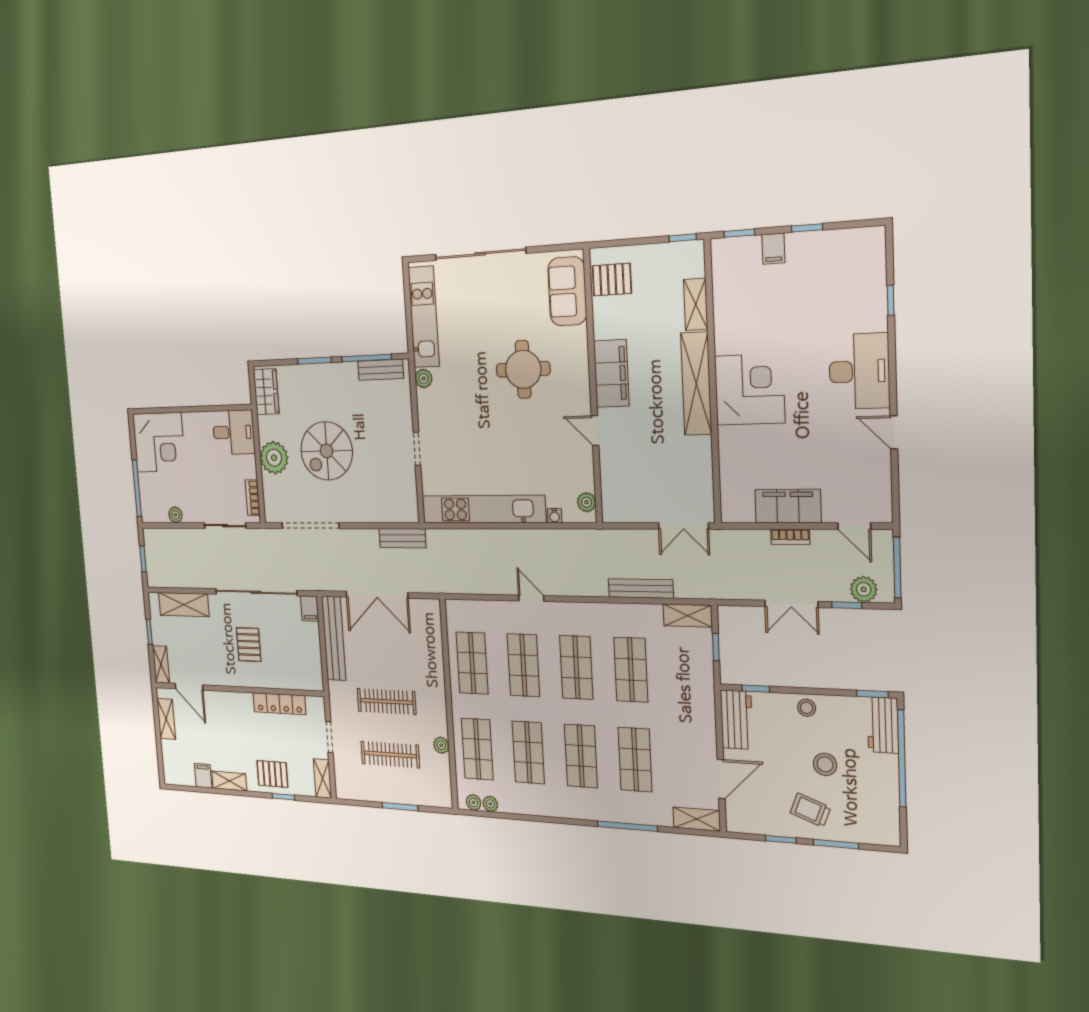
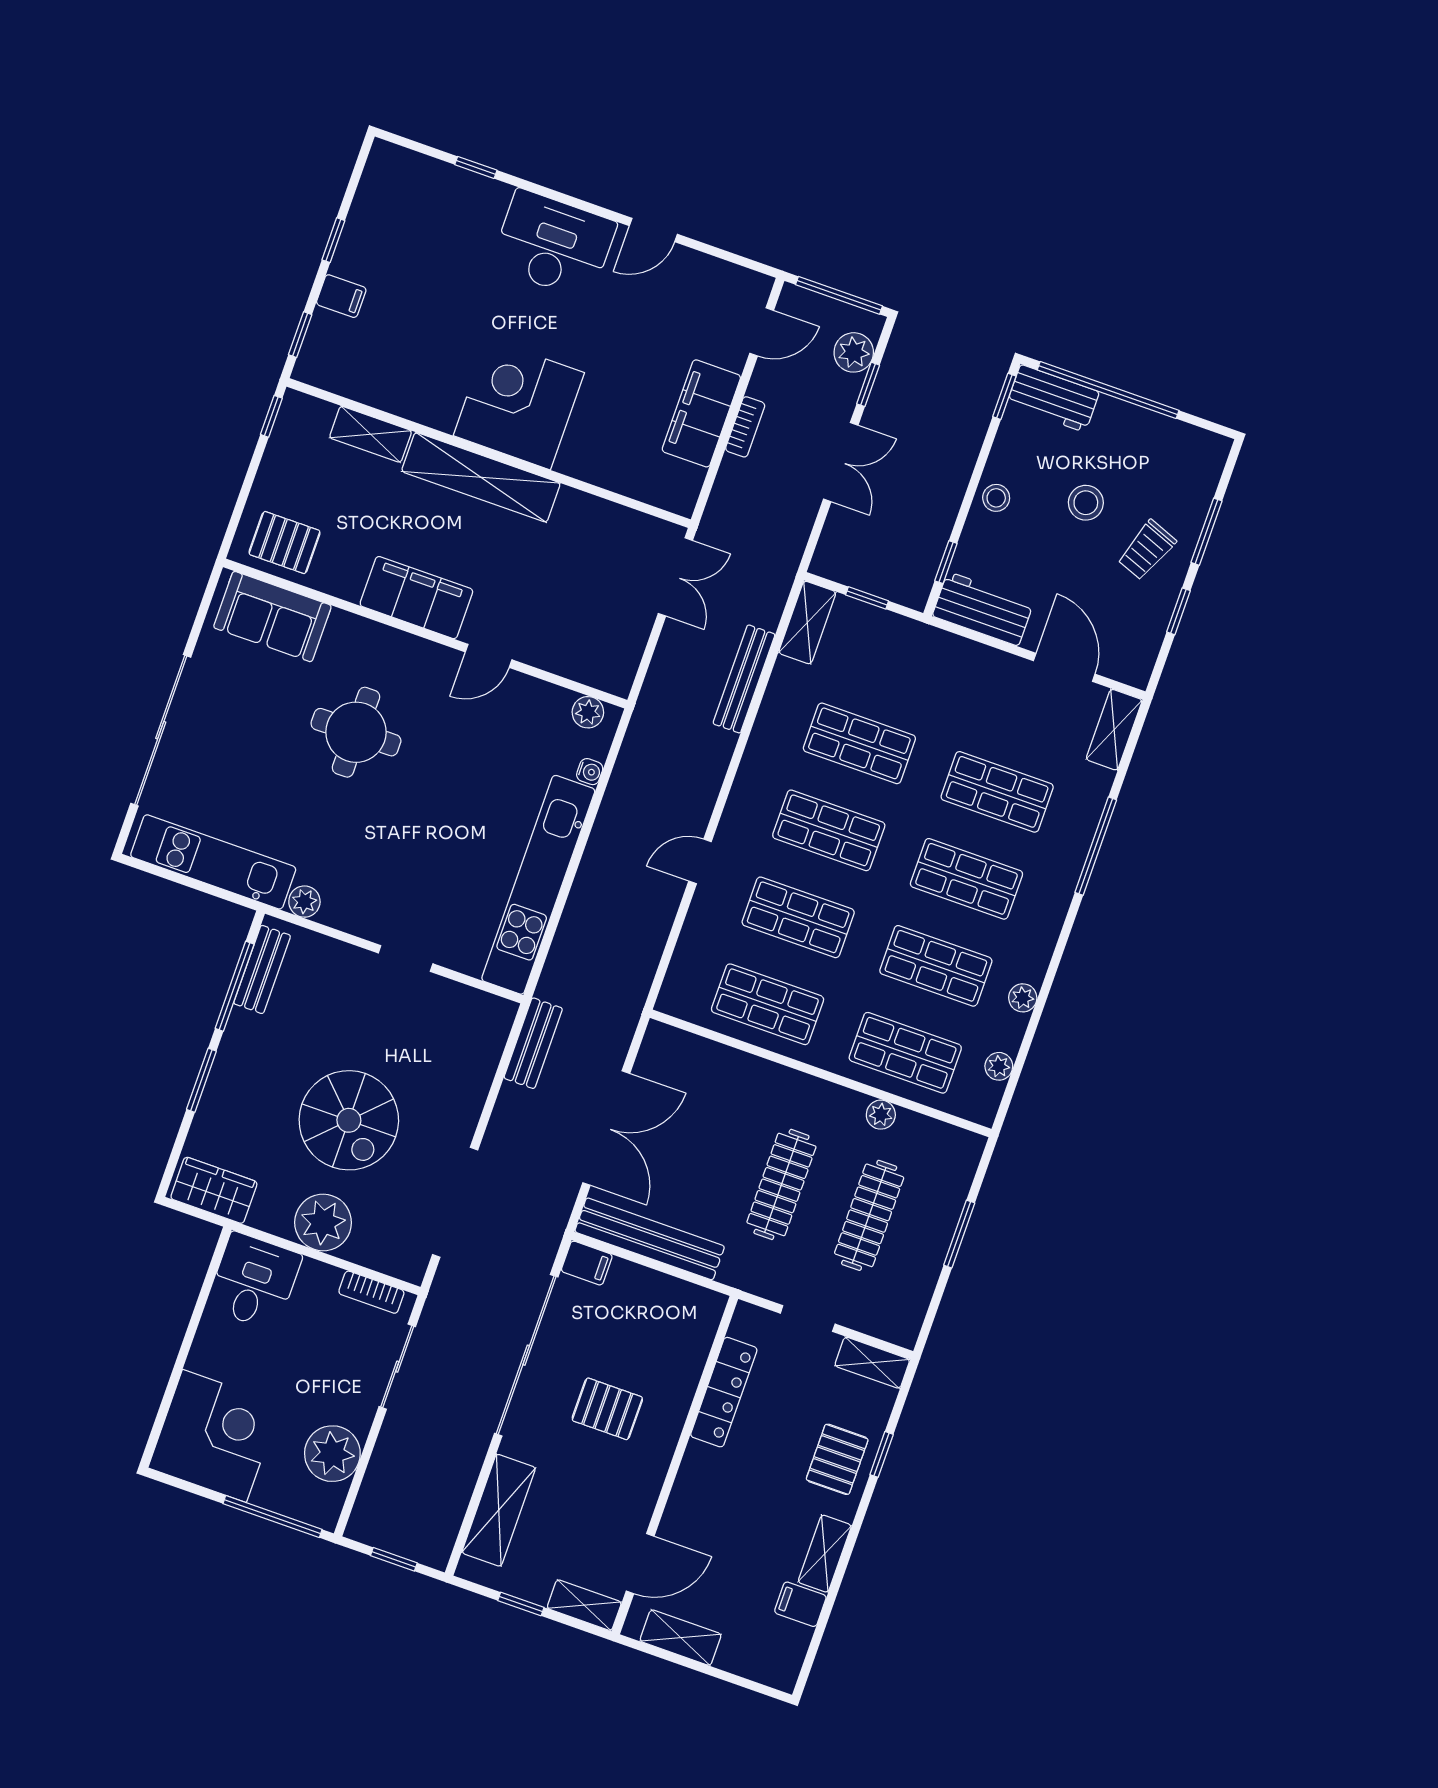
pallet: (612, 280) -> (285, 543), turned 90
plant: (175, 515) -> (332, 1454), width x1.88, depth x1.88
plant: (474, 802) -> (1023, 998), moved

